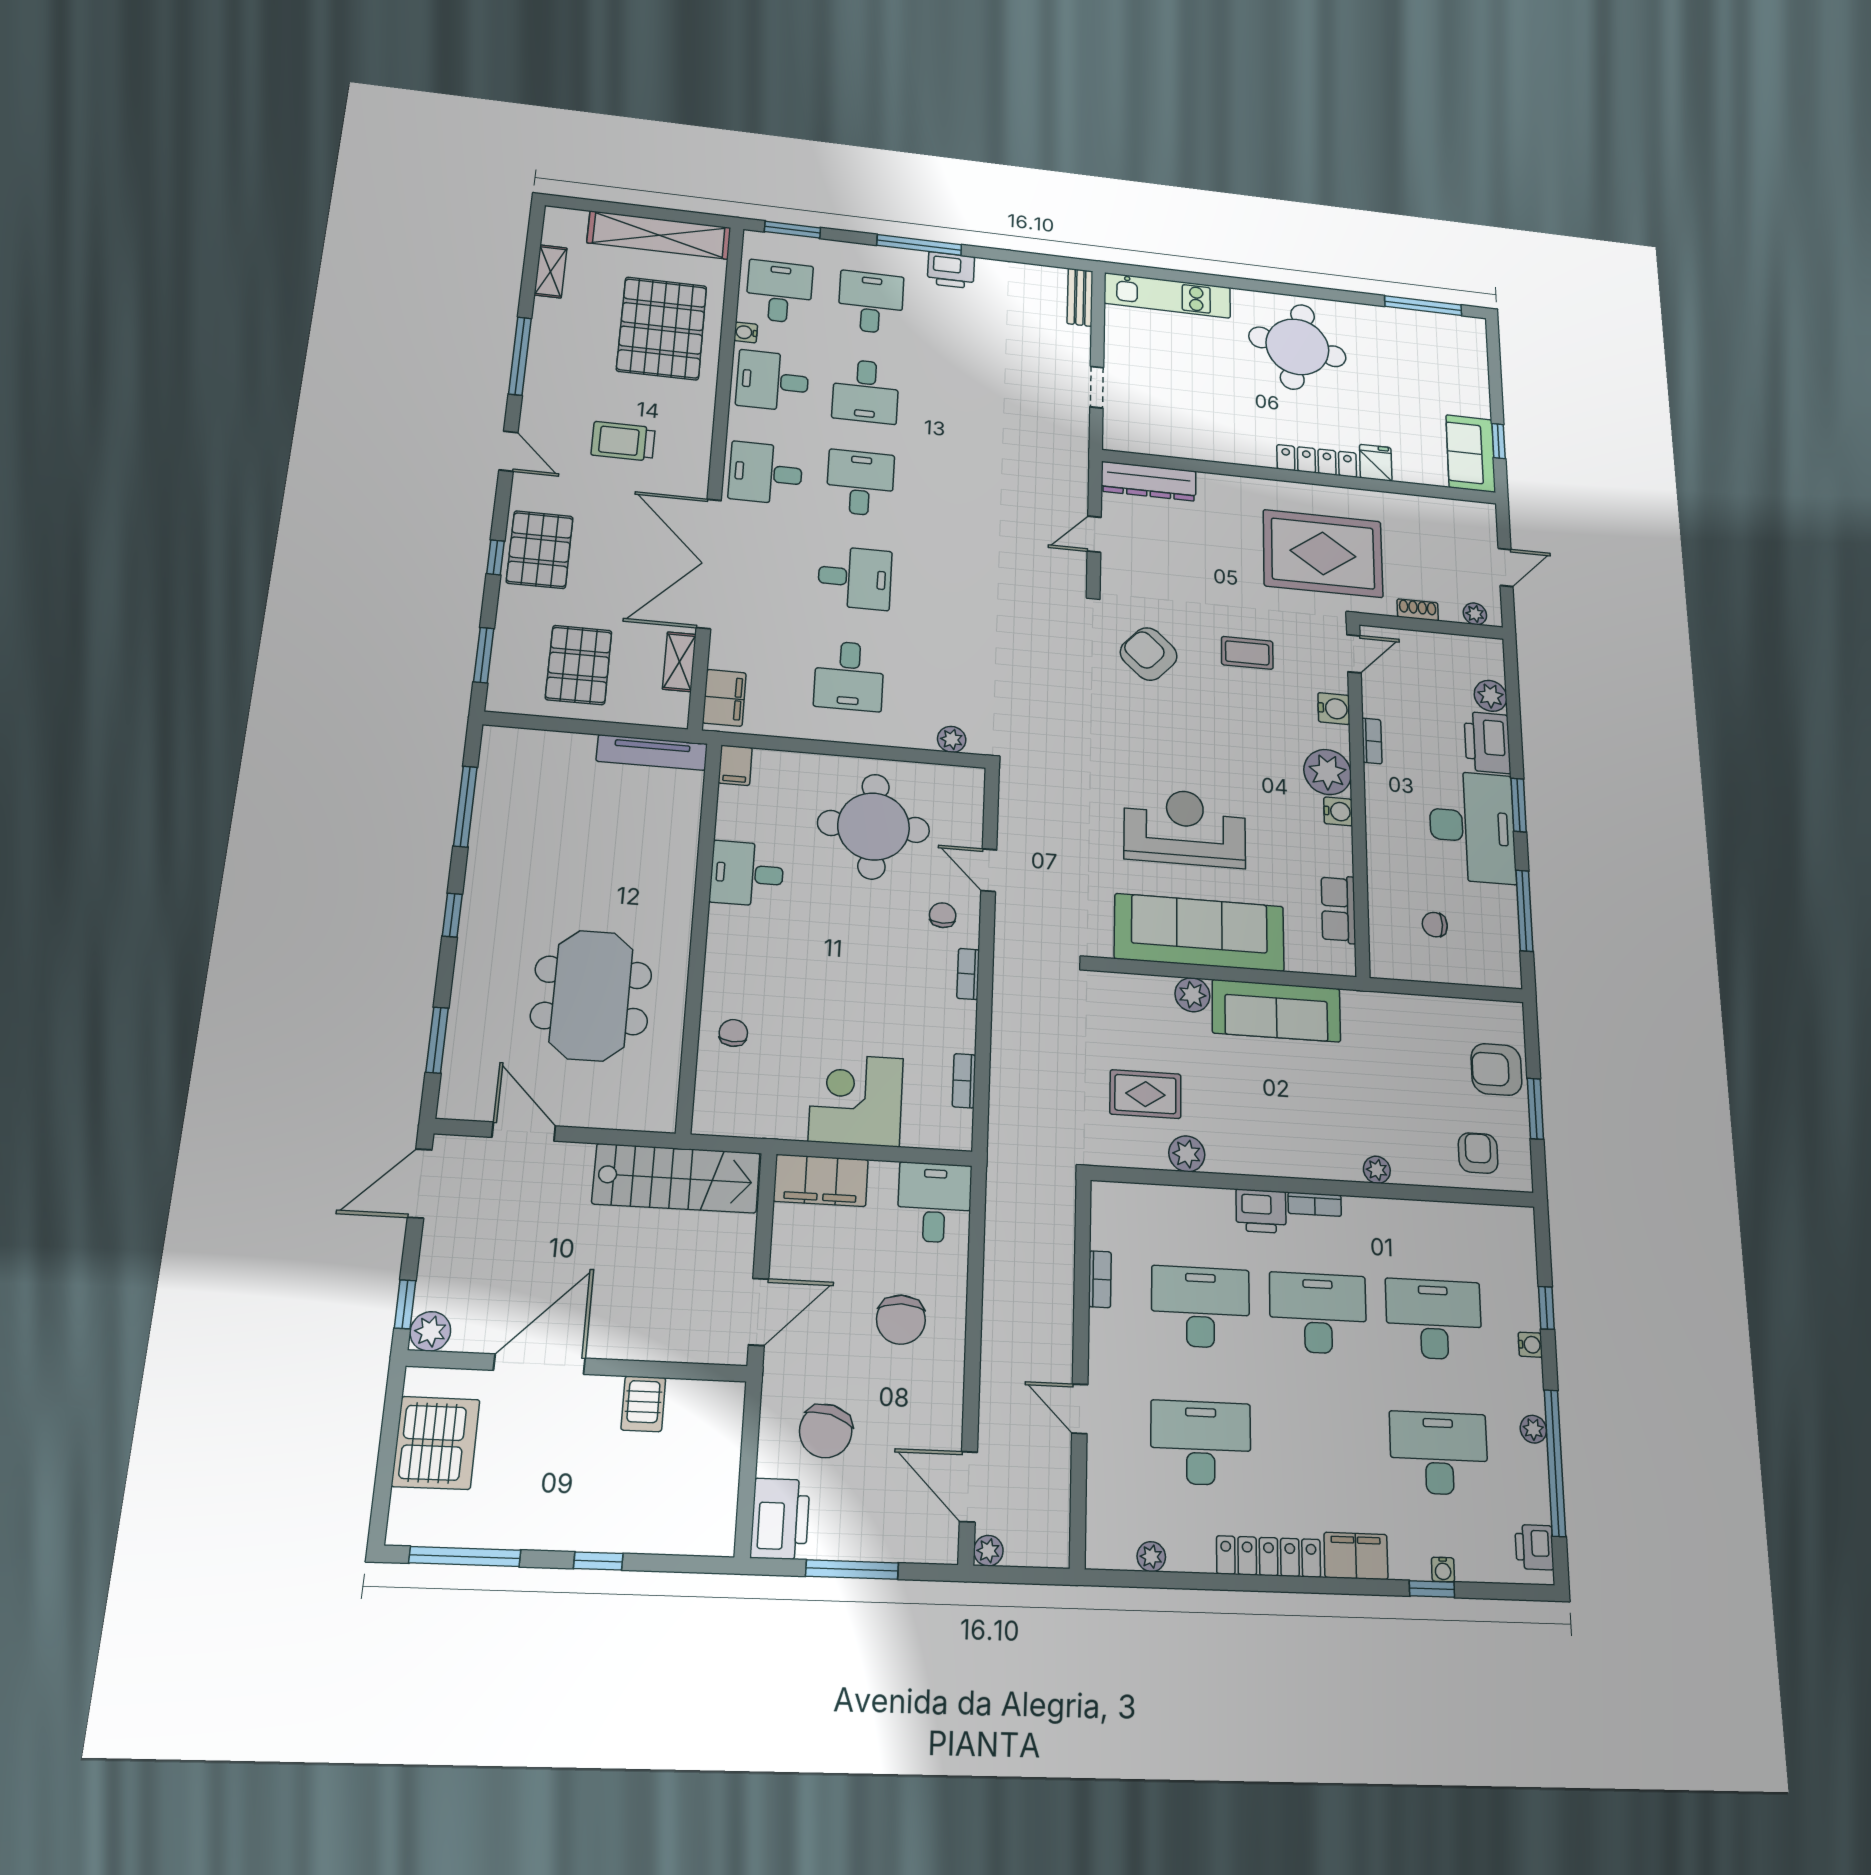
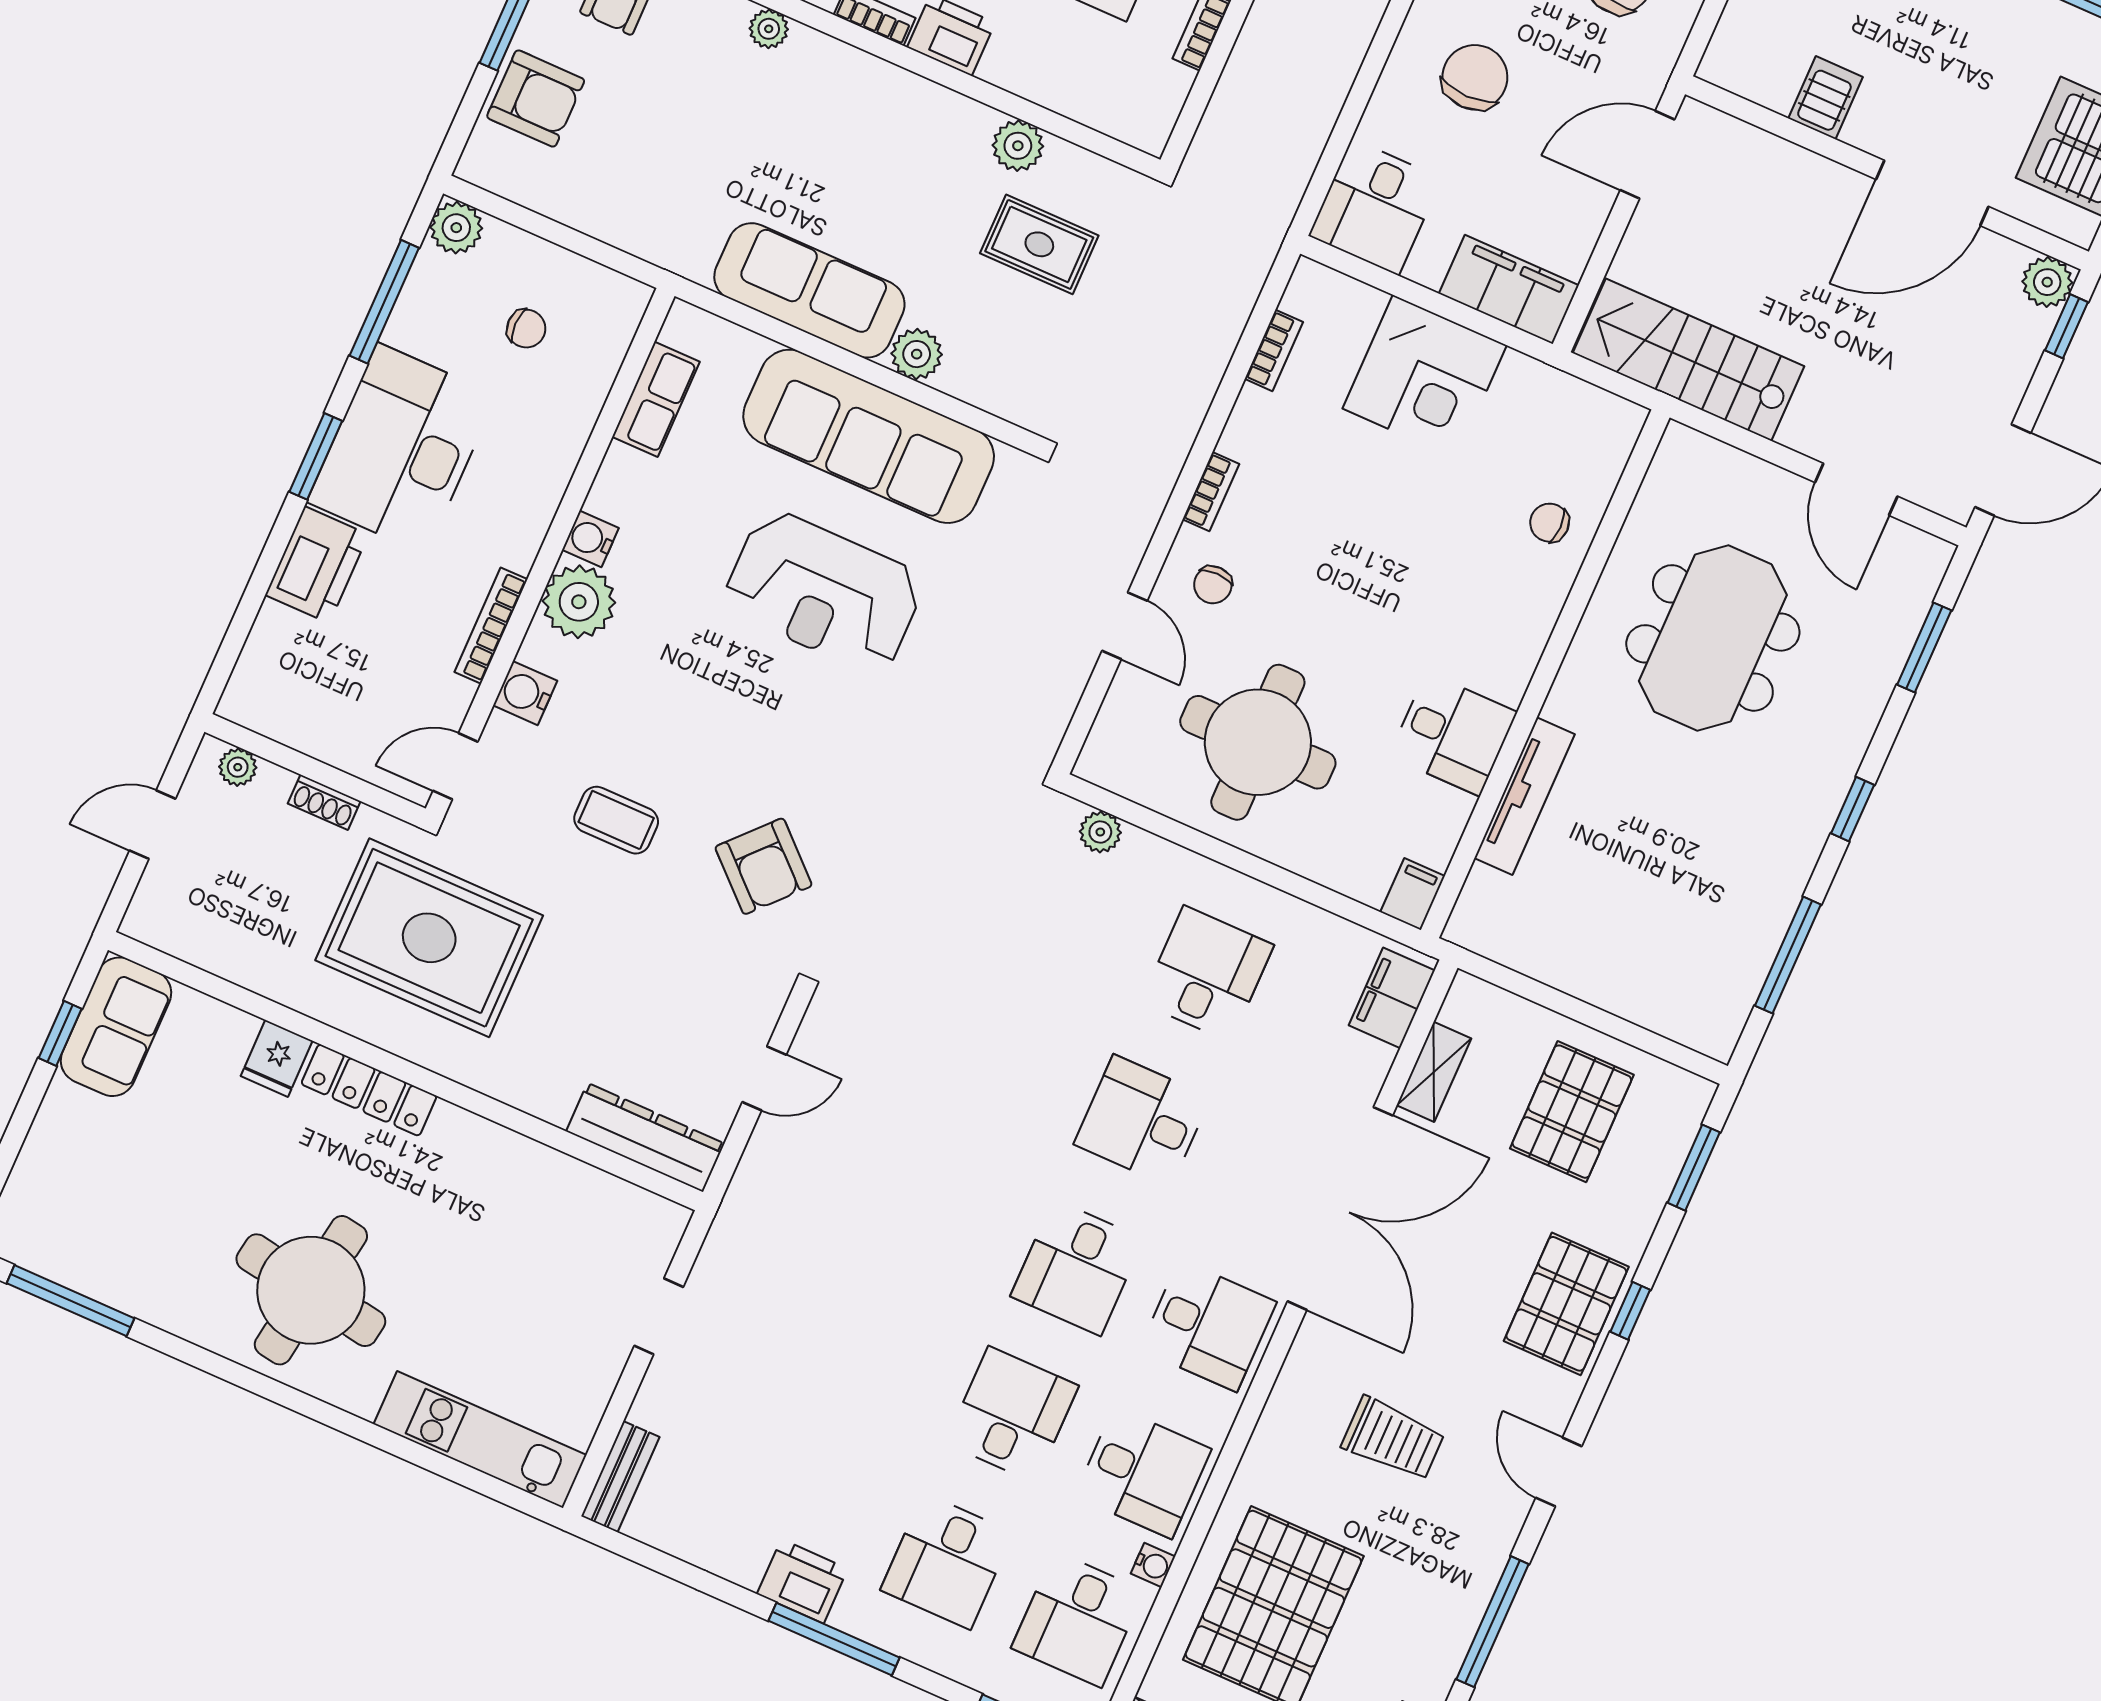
plant: (1491, 696) -> (456, 228), moved
bookcase: (1372, 741) -> (491, 626), width x1.56
tv unit: (652, 752) -> (1524, 796), moved, turned 90
chair: (733, 1033) -> (1550, 523), turned 87

